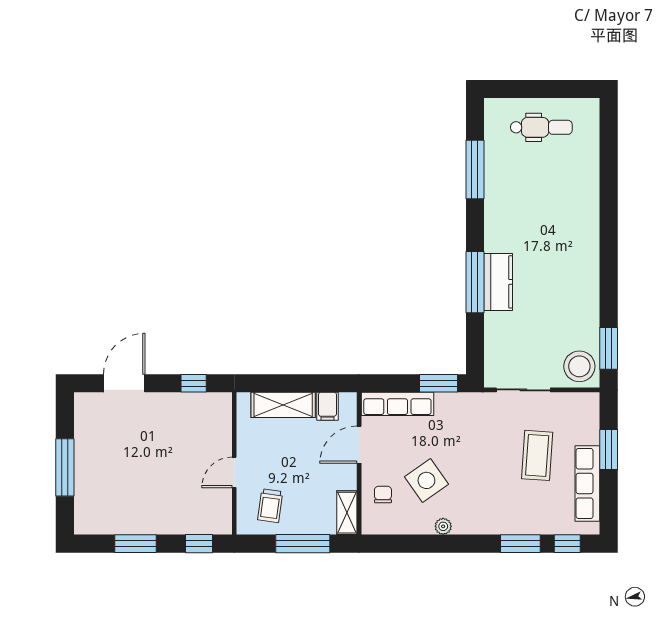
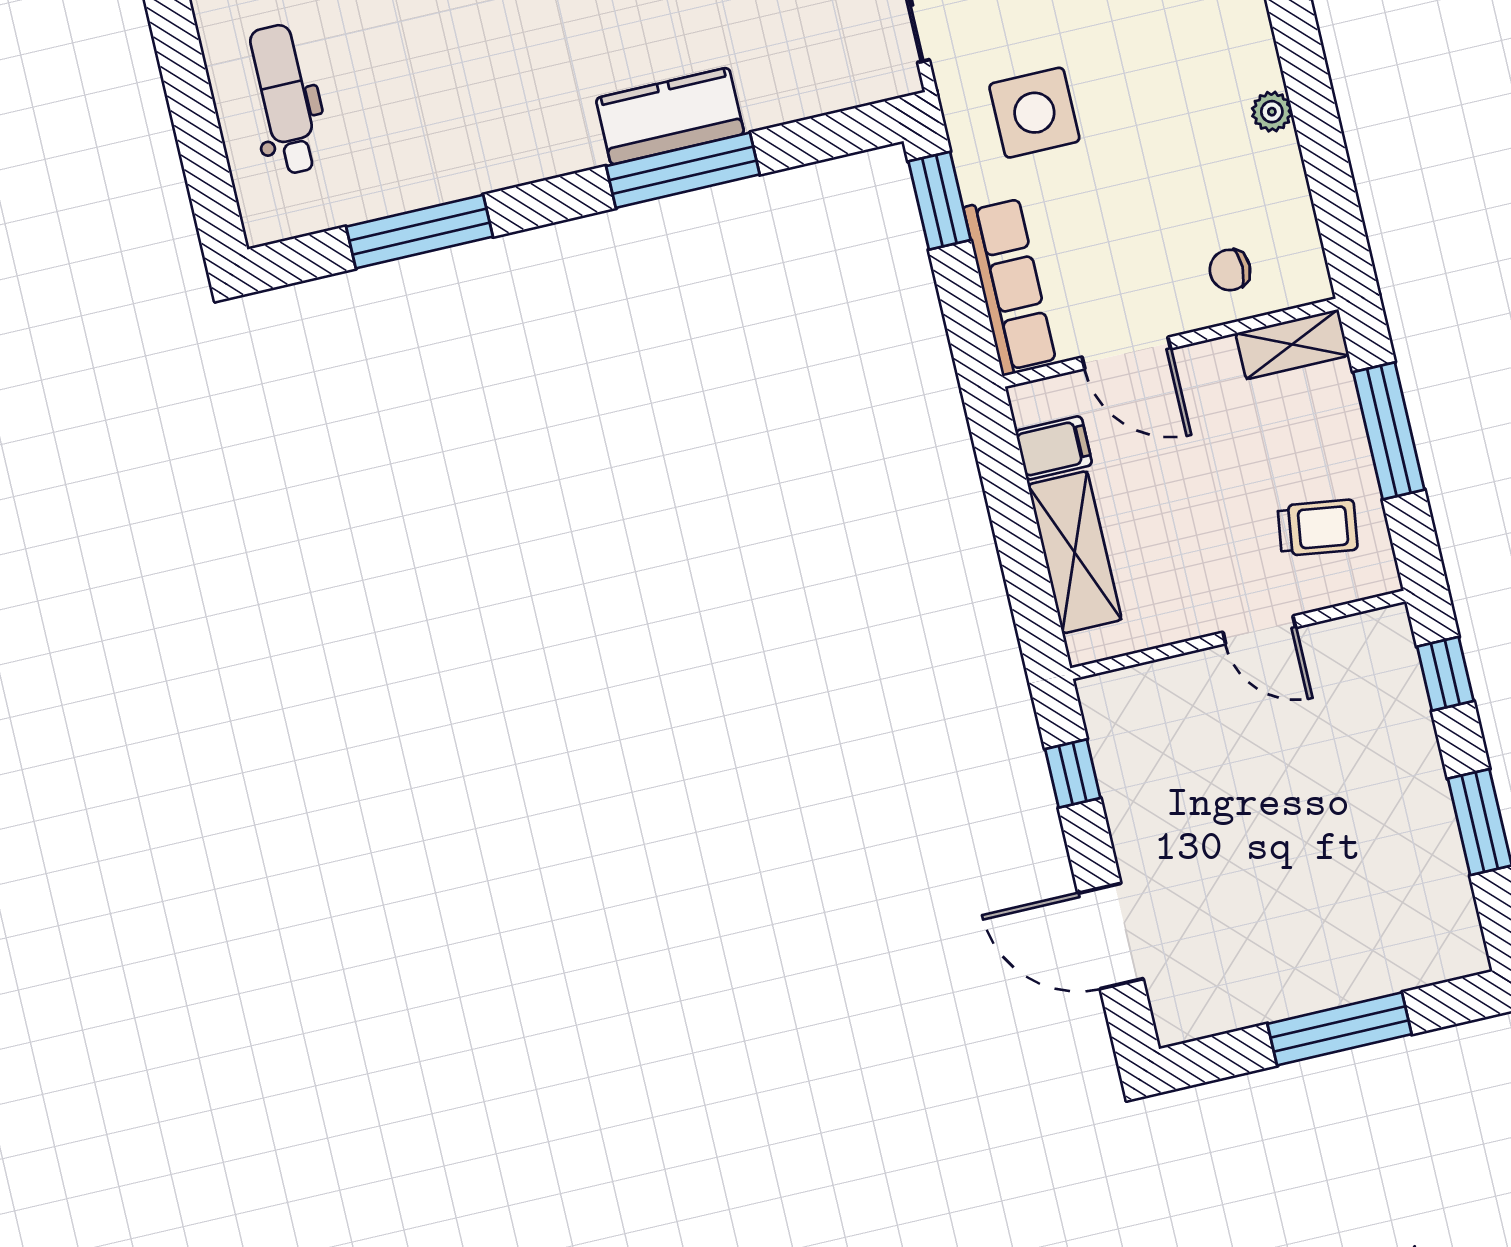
side table: (426, 480) -> (1034, 113), moved, turned 35

